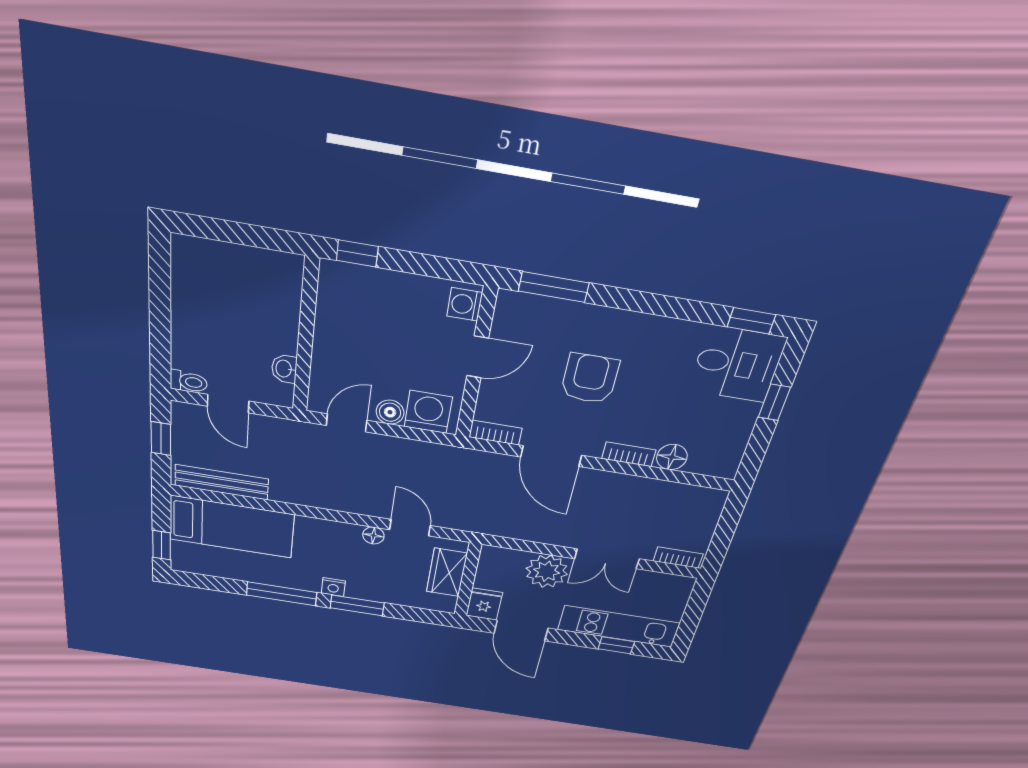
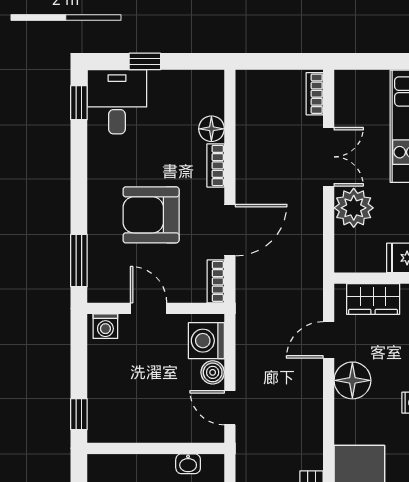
armchair: (590, 378) -> (151, 215), width x1.36, depth x1.36
floor lamp: (373, 535) -> (352, 380), width x1.89, depth x1.89

